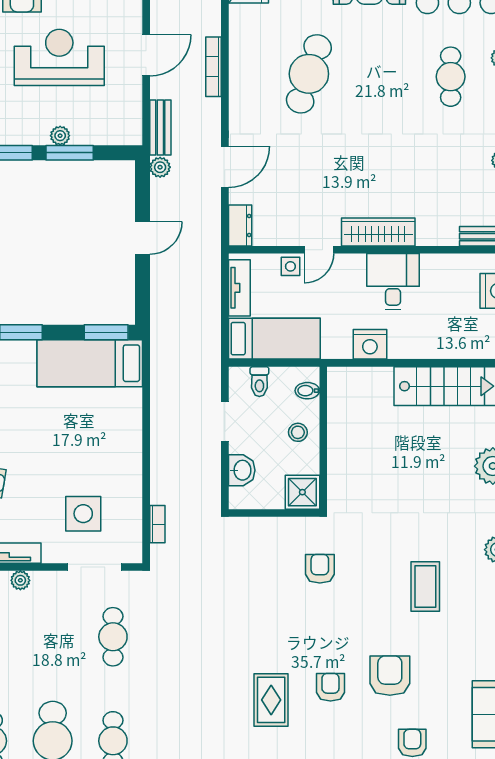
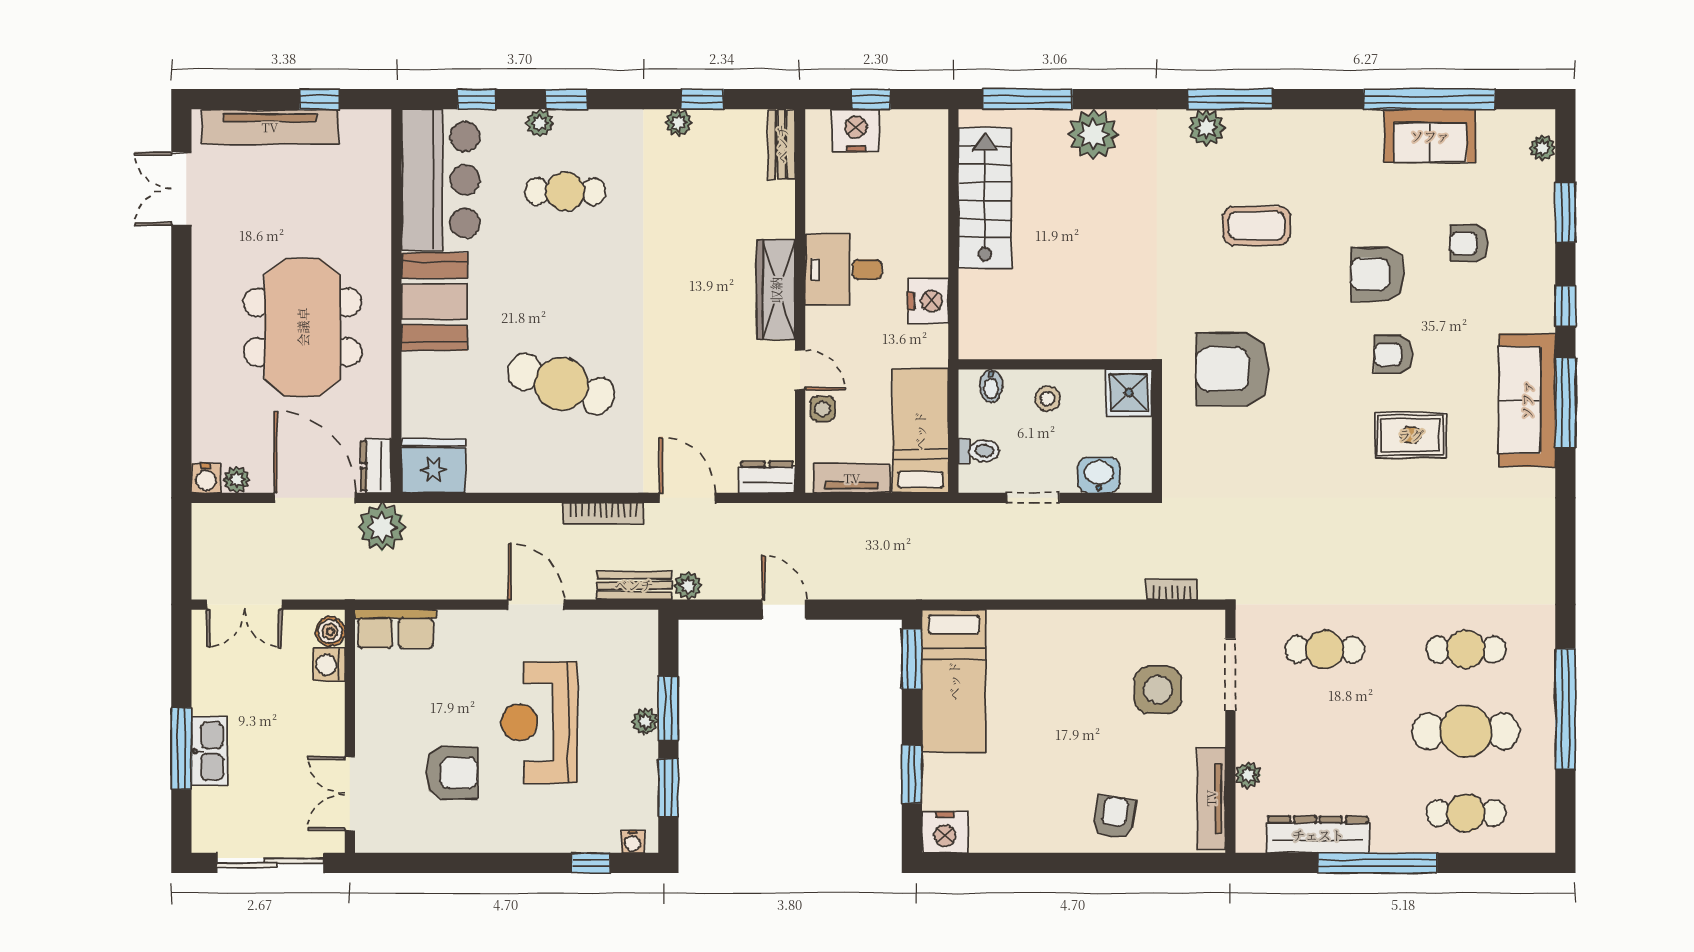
bookcase: (213, 67) -> (603, 513), moved
armchair: (320, 569) -> (1232, 369), width x1.88, depth x1.88

